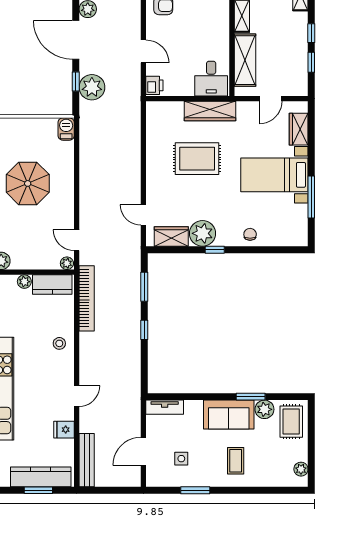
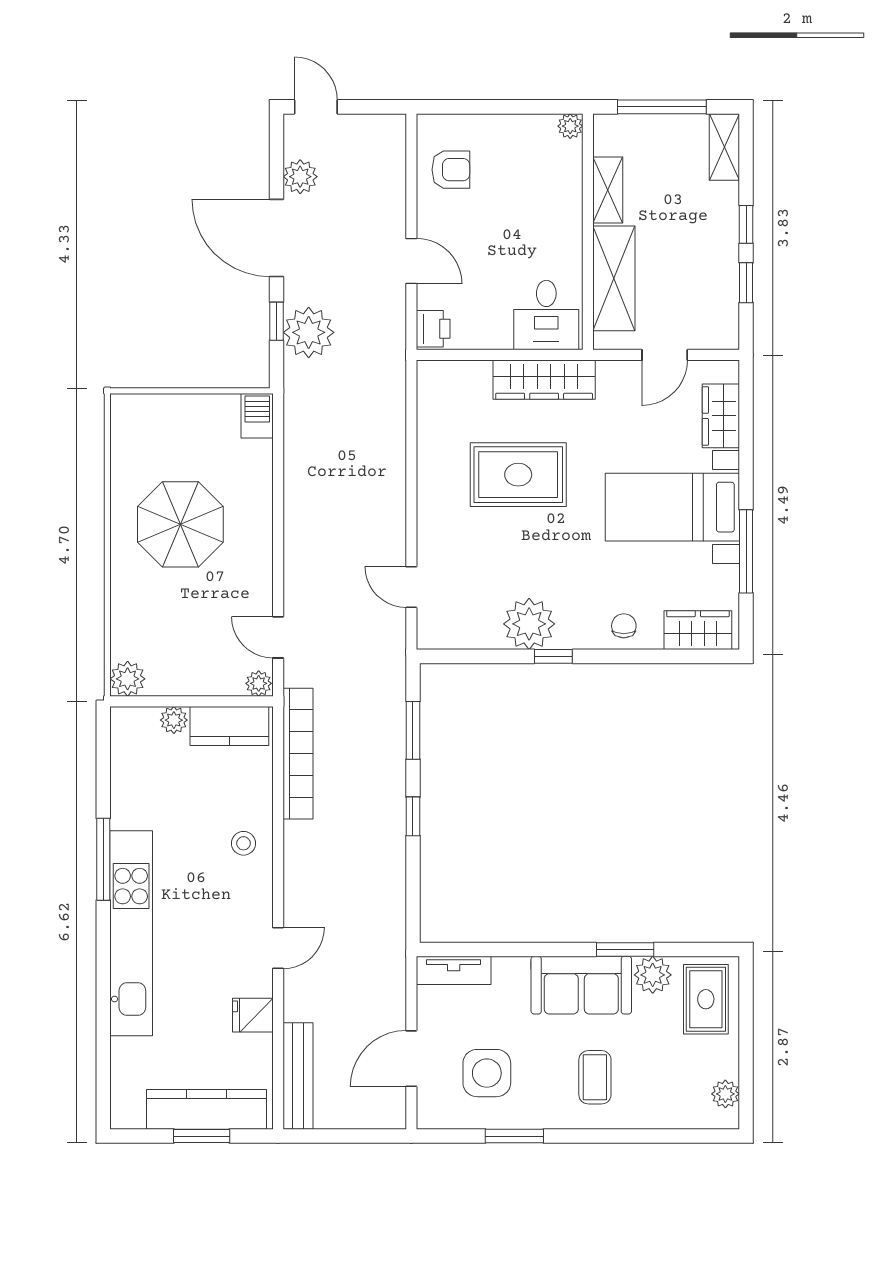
wardrobe: (171, 237) -> (698, 630), moved
side table: (181, 459) -> (487, 1073), width x1.87, depth x1.87

